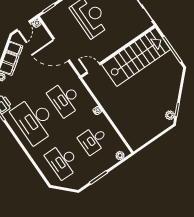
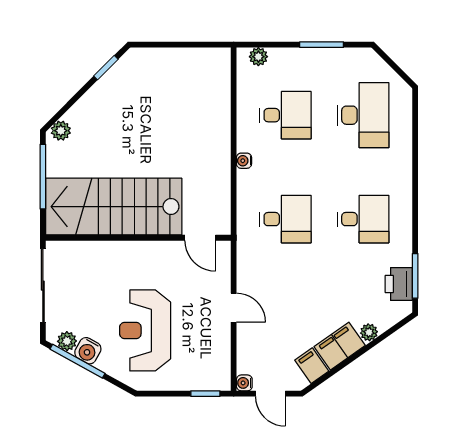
door: (23, 26) -> (271, 394), swing flipped
door: (61, 50) -> (234, 308), width x0.53
desk: (65, 99) -> (286, 219), width x0.73
plant: (170, 115) -> (61, 131), moved
desk: (34, 120) -> (363, 219), width x0.53, depth x0.77

